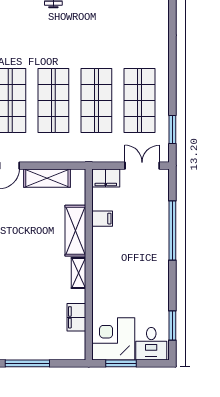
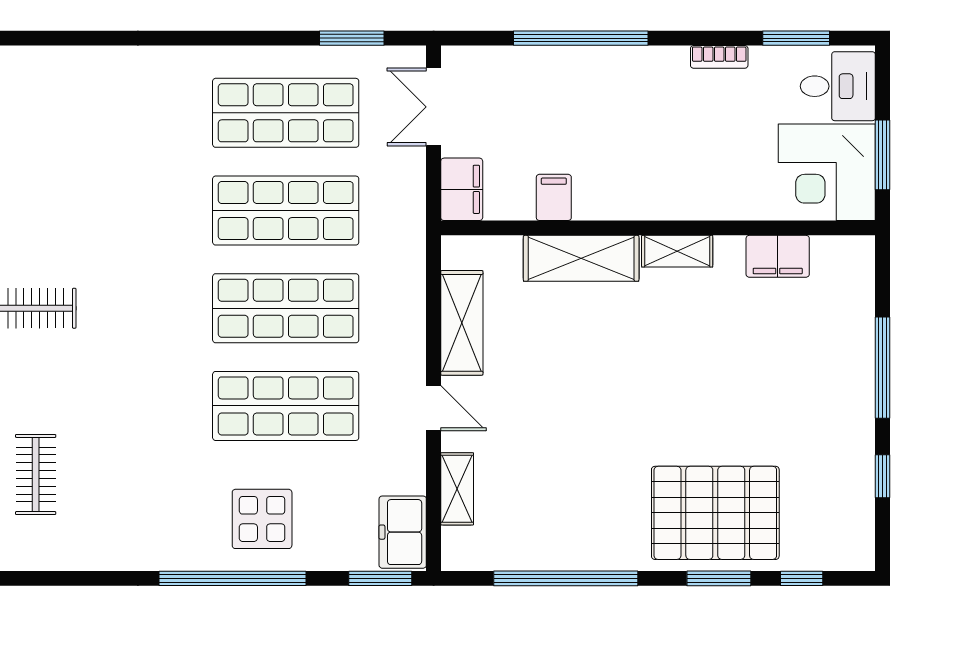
bookcase: (164, 291) -> (719, 57), added

